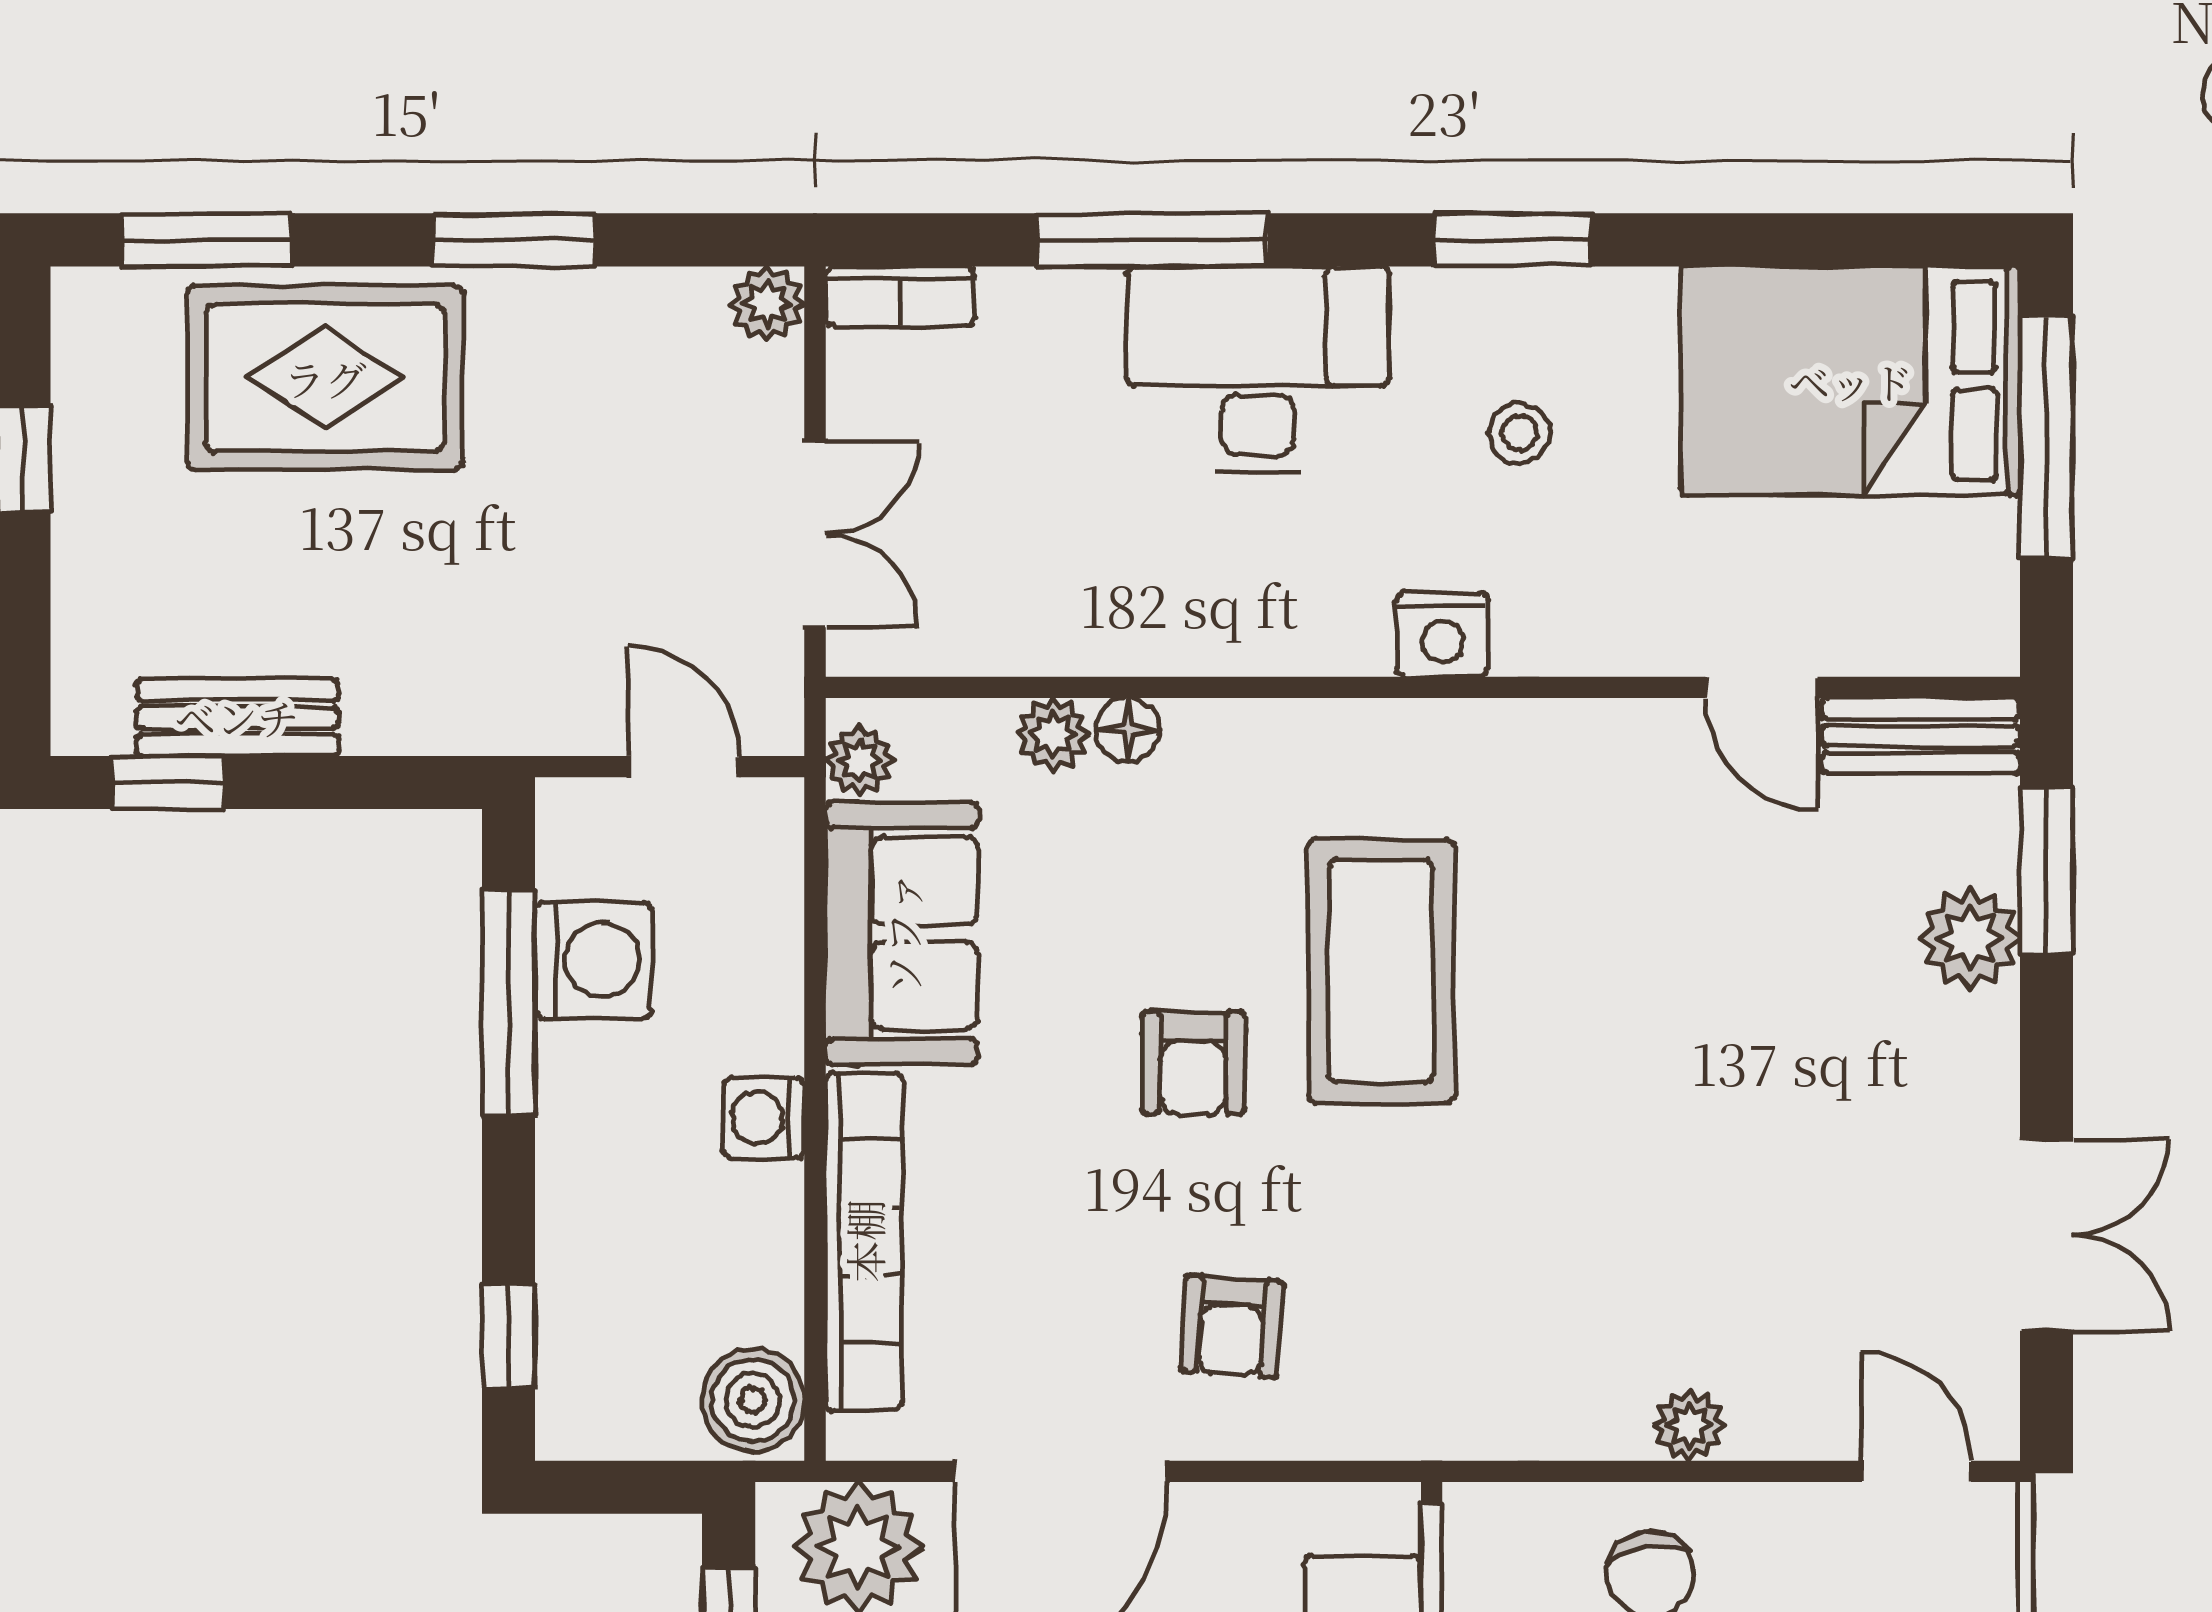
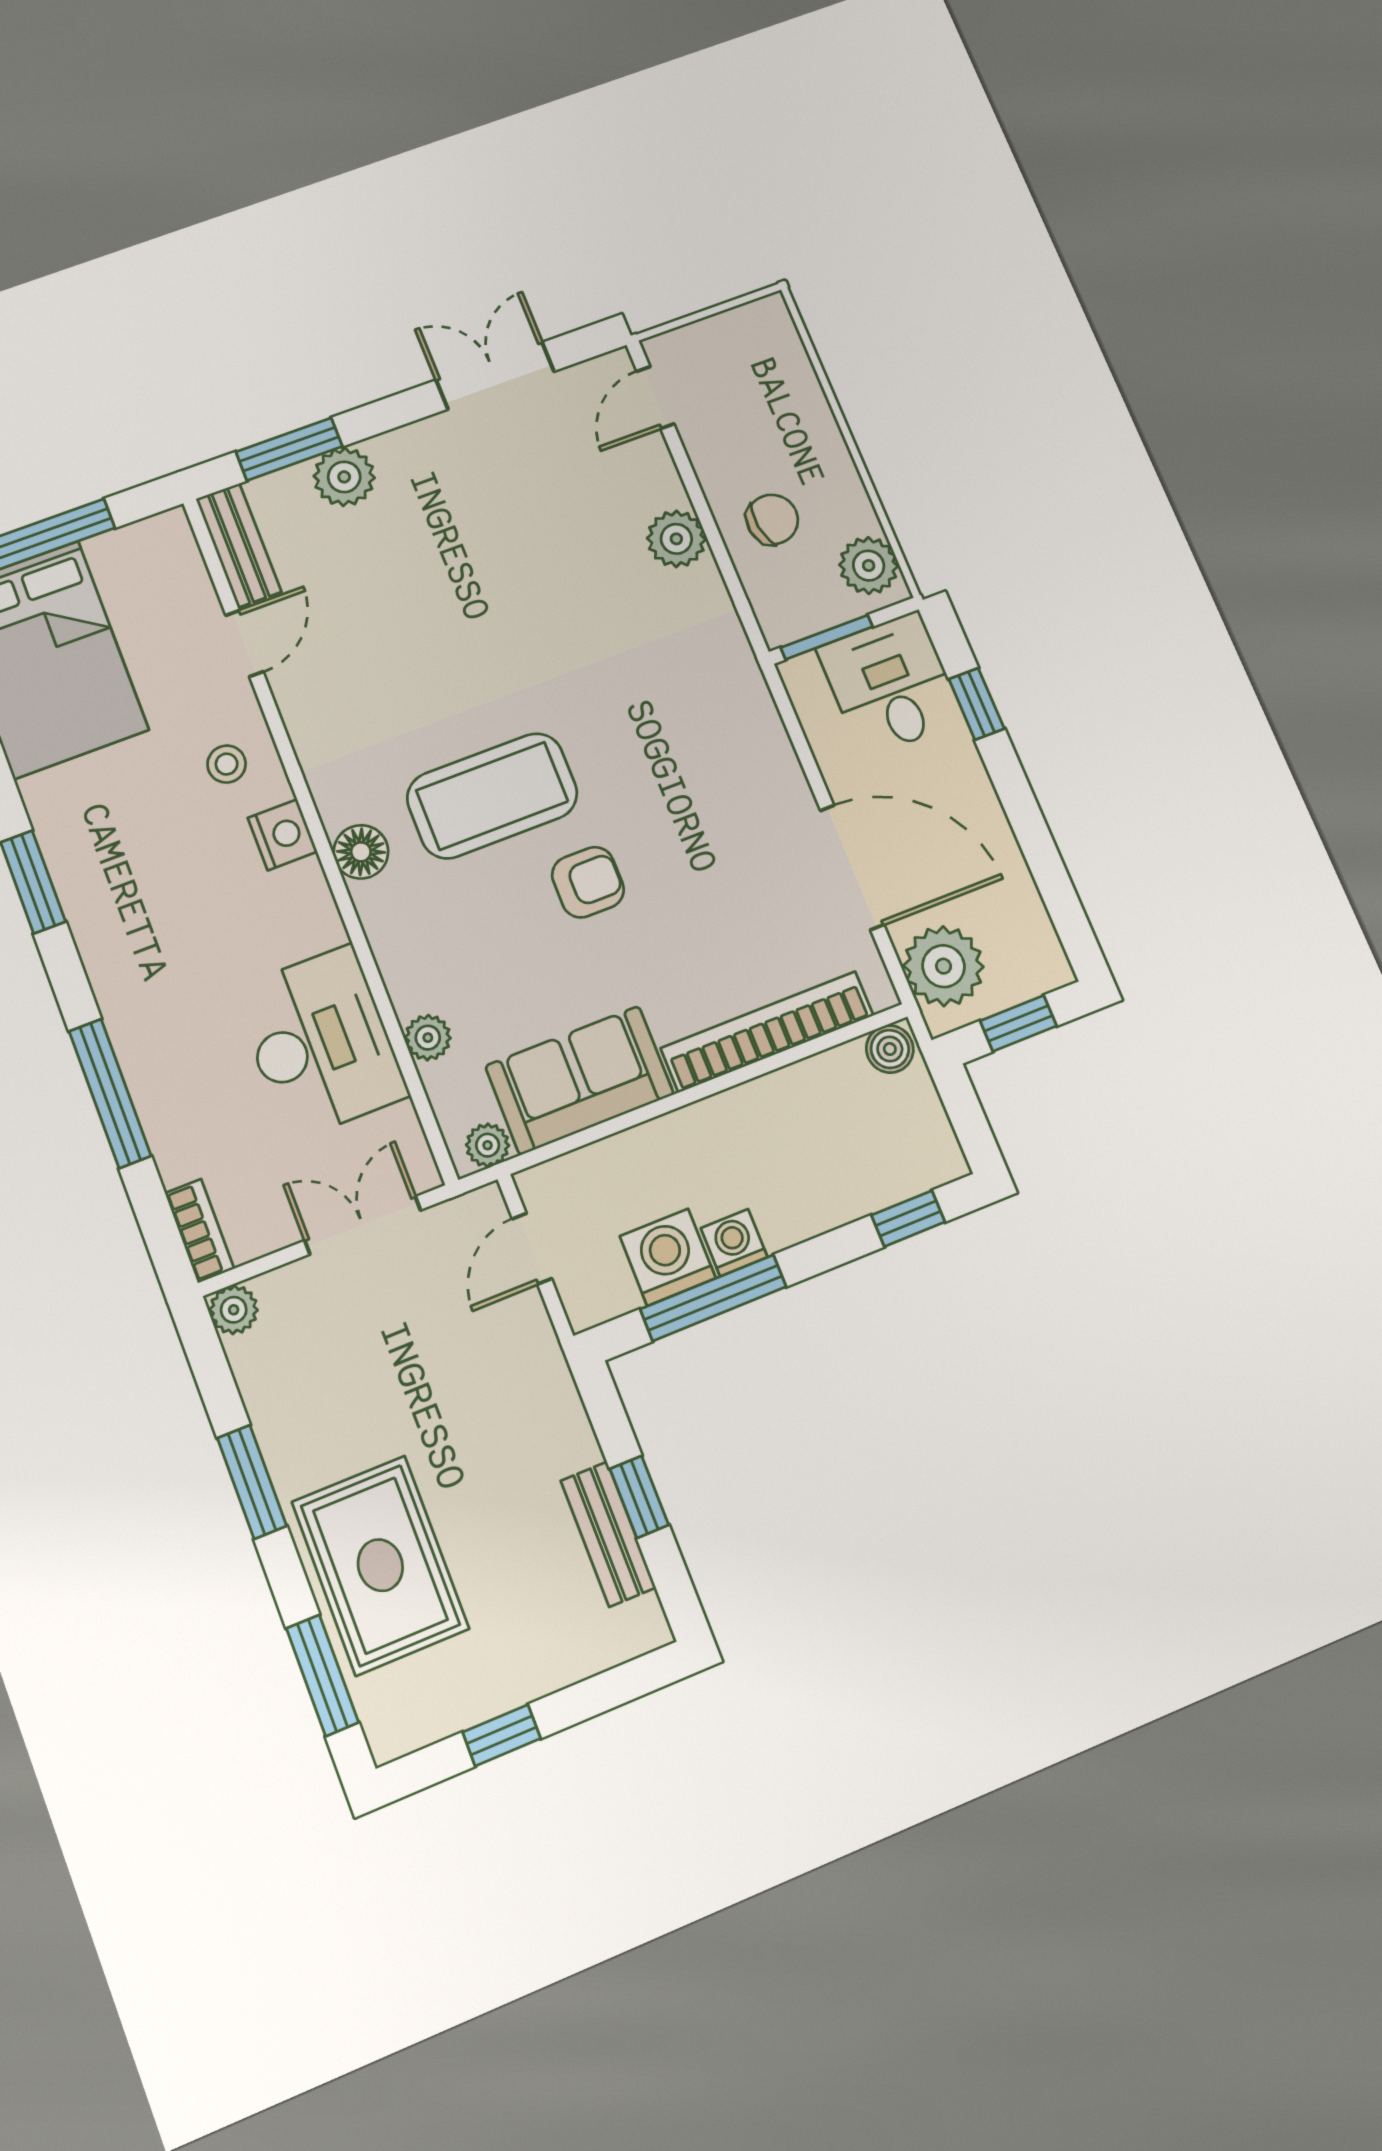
desk: (1258, 369) -> (321, 1043), moved, turned 180
stool: (1519, 433) -> (227, 764), moved
floor lamp: (1128, 730) -> (361, 852), moved, width x1.37, depth x1.37
window: (168, 783) -> (639, 1497), moved
washing machine: (764, 1118) -> (734, 1243), moved, turned 180
armchair: (1232, 1326) -> (730, 803), removed
boiler: (753, 1400) -> (890, 1049), width x0.73, depth x0.73
plant: (1689, 1425) -> (676, 539), width x1.38, depth x1.38

